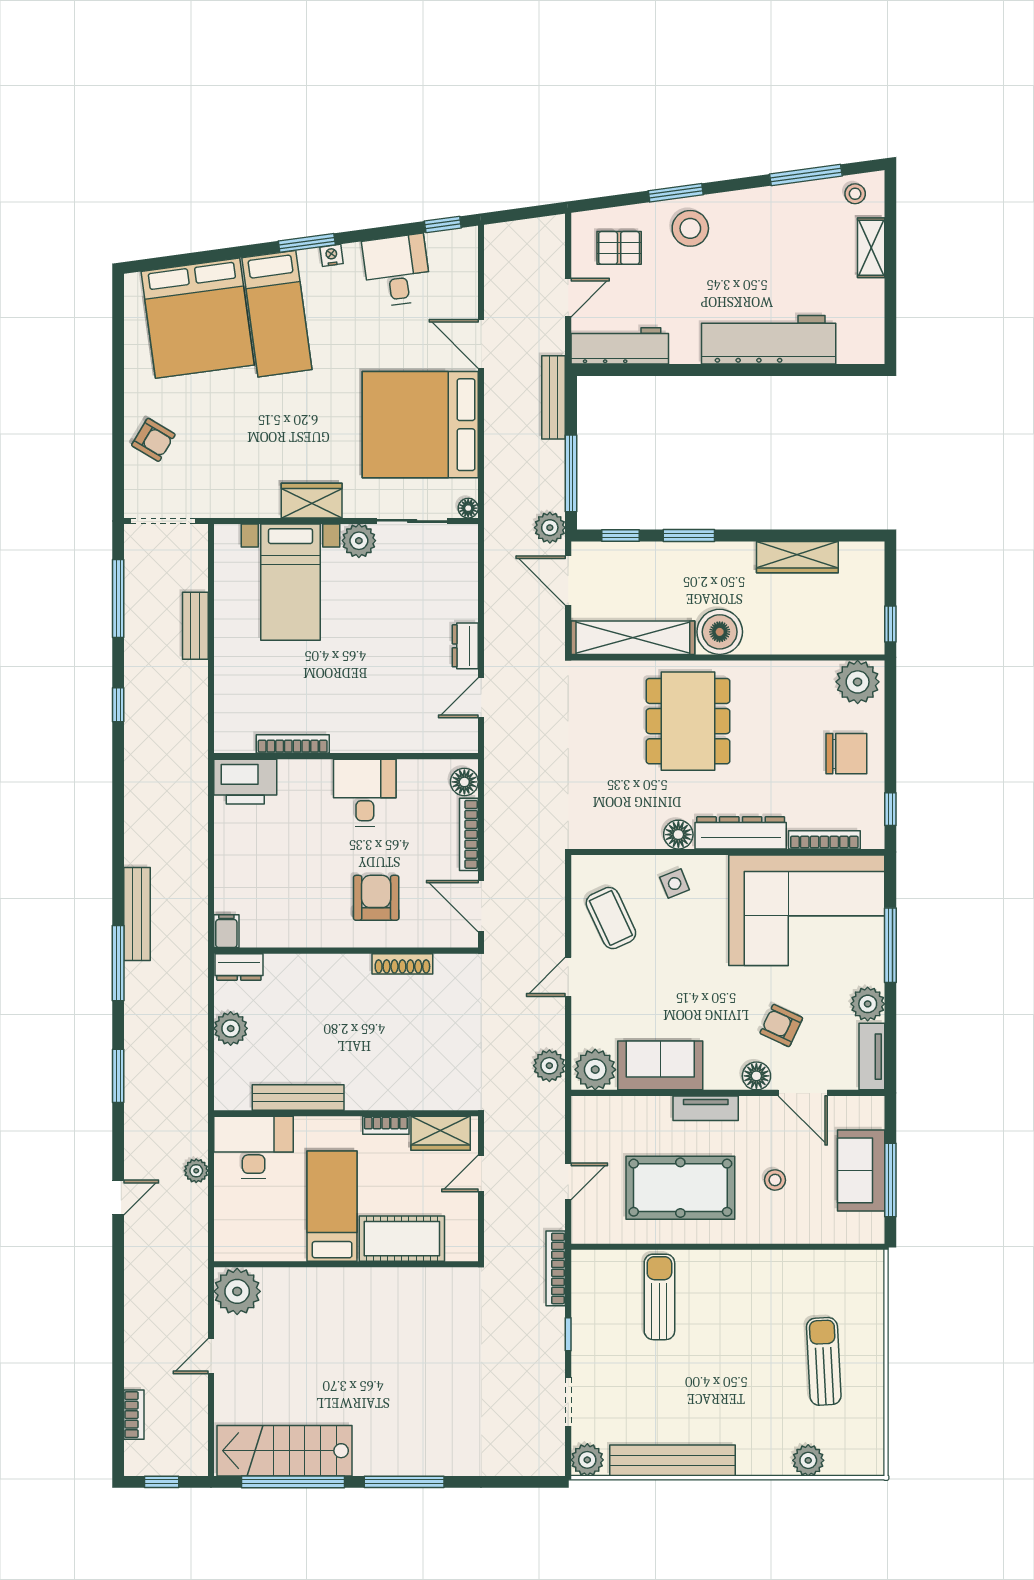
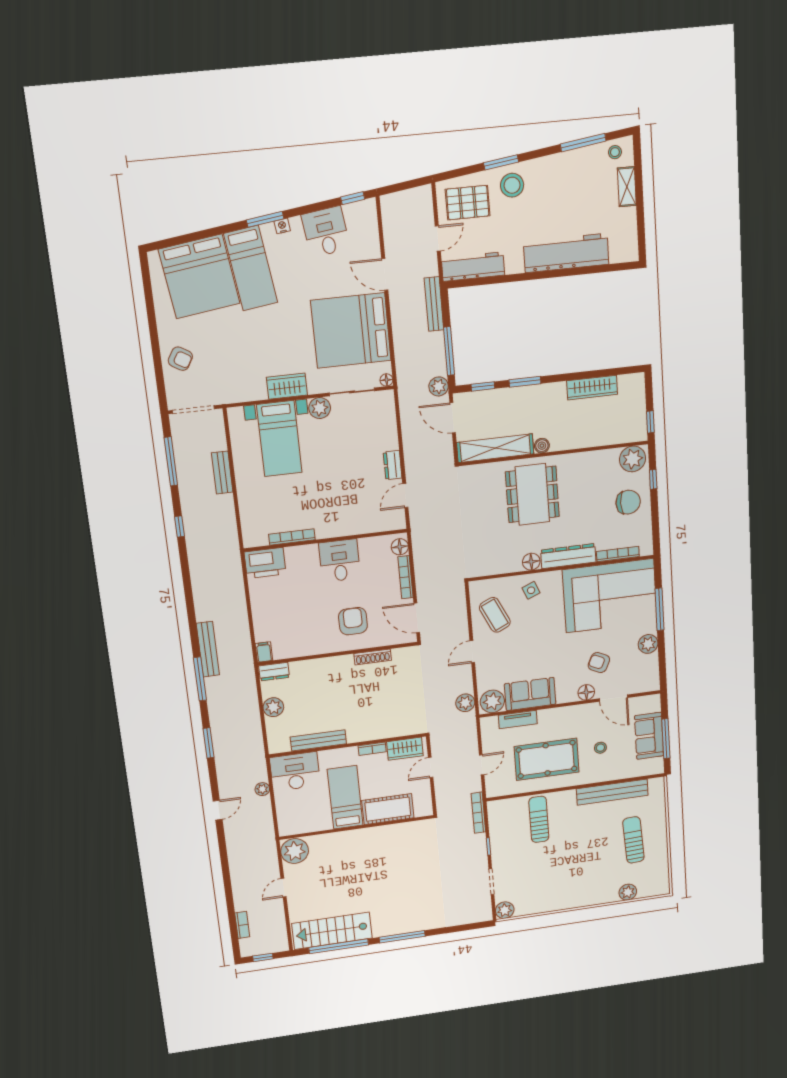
pallet: (619, 248) -> (468, 203), width x1.50, depth x1.42
boiler: (720, 632) -> (542, 446), width x0.54, depth x0.54
window: (890, 809) -> (653, 479), moved
tv unit: (872, 1057) -> (652, 673), removed
tv unit: (706, 1108) -> (518, 720), moved
bench: (673, 1461) -> (612, 792), moved

